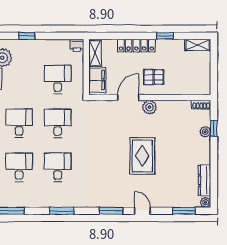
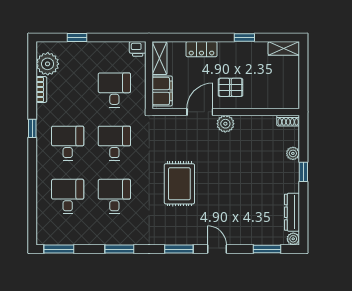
locker: (136, 46) -> (201, 49), width x0.66
window: (214, 128) -> (303, 172), moved
rug: (142, 156) -> (179, 184), moved

